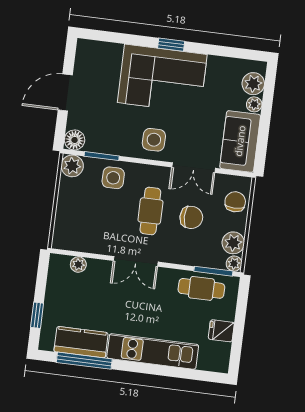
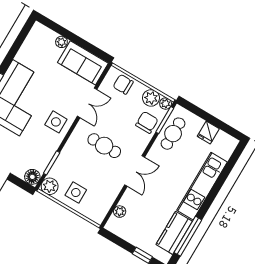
plant: (253, 84) -> (47, 36), removed
side table: (113, 178) -> (76, 193), moved
chair: (191, 217) -> (147, 122), moved

